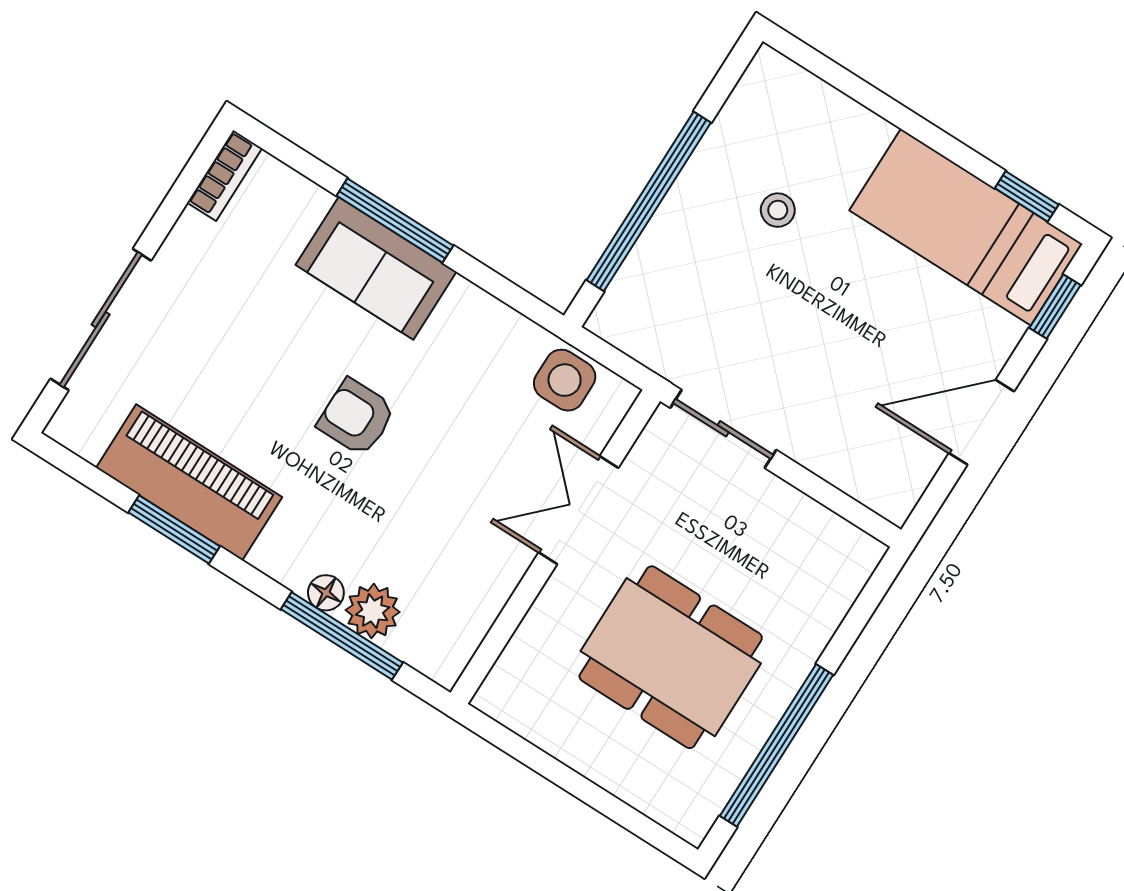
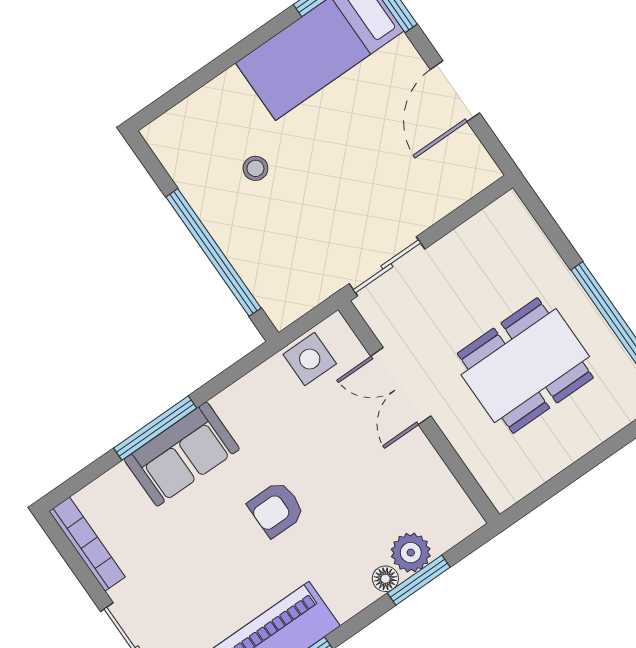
bookcase: (225, 175) -> (87, 544), width x1.56
window: (342, 636) -> (419, 580), width x0.69

